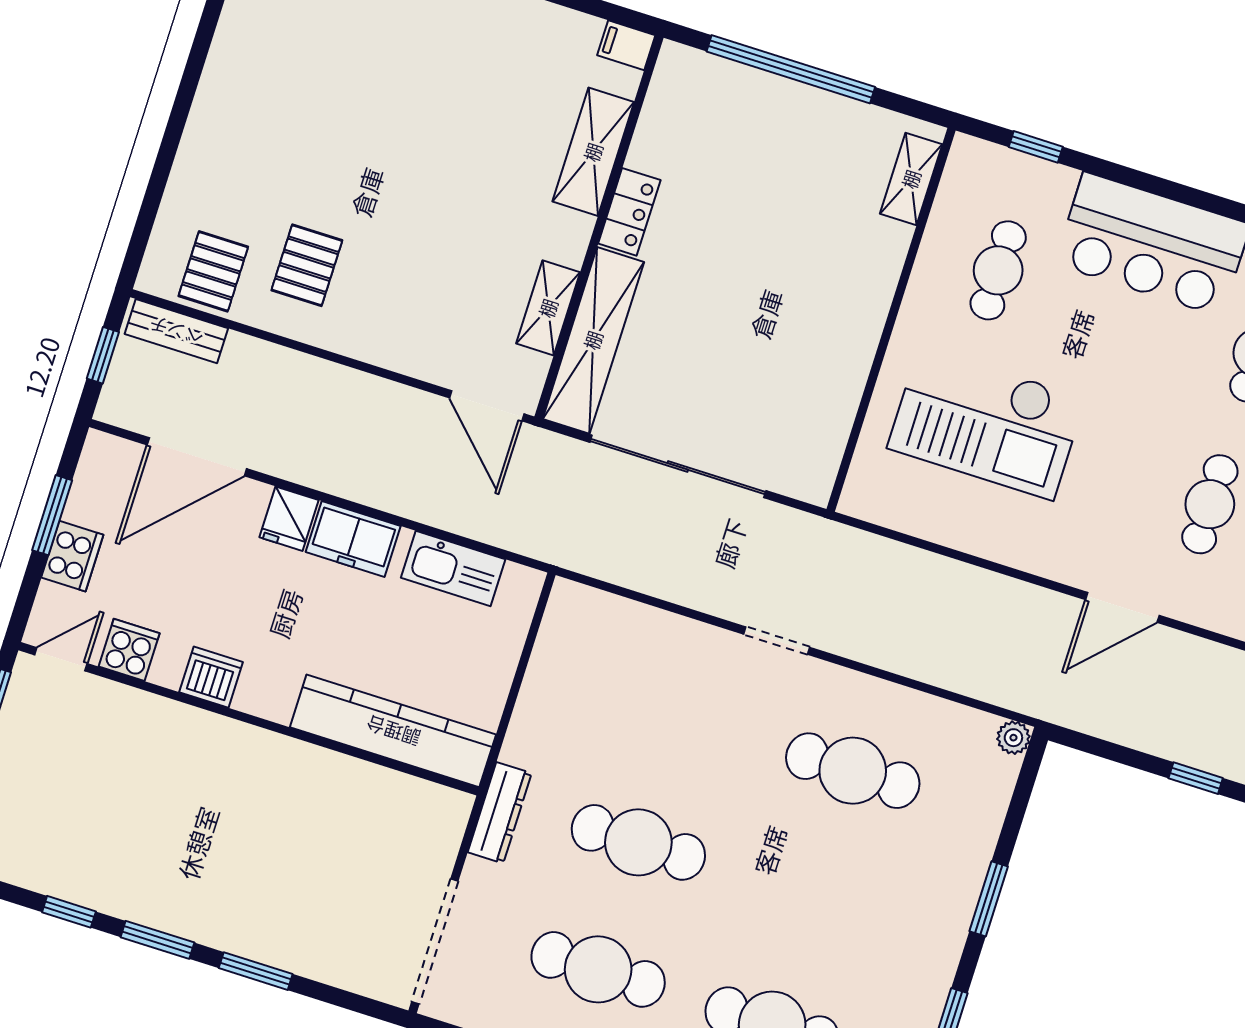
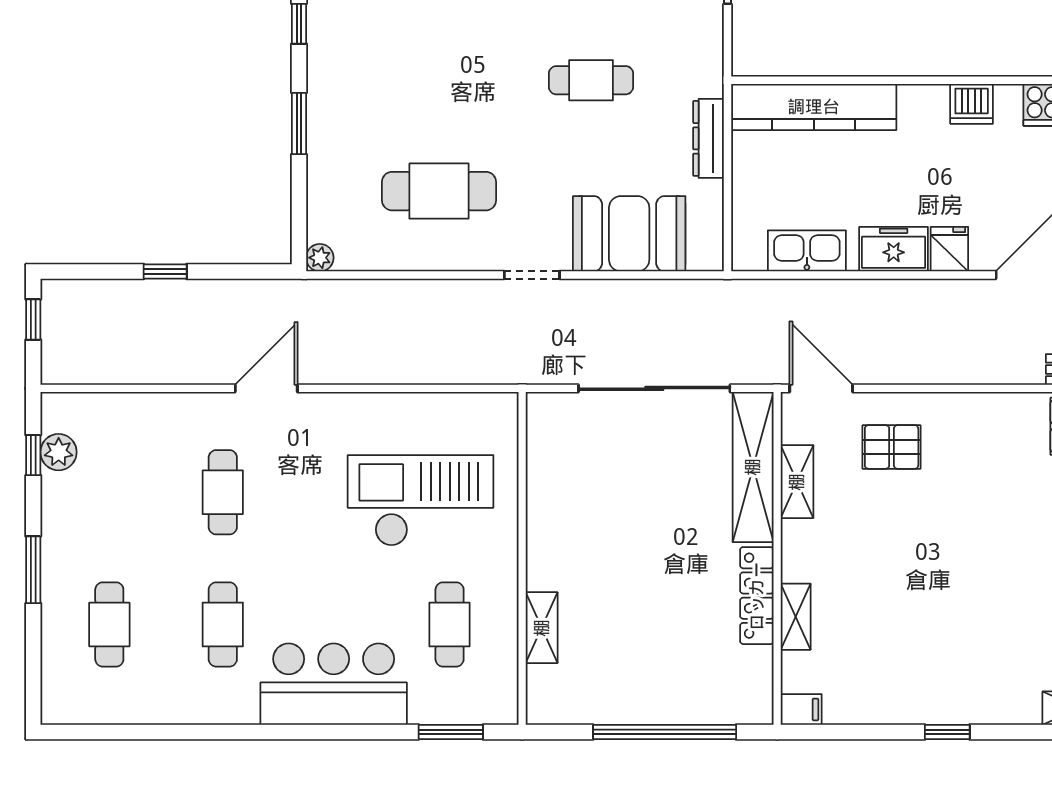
window: (1036, 147) -> (451, 732), width x1.50
shelving: (593, 152) -> (796, 617), width x0.67, depth x0.75
shelving: (911, 179) -> (542, 628), moved
locker: (629, 212) -> (757, 596), width x1.53
pallet: (307, 265) -> (892, 447), moved, turned 90
booth: (650, 653) -> (629, 234), added
dresser: (500, 813) -> (708, 138), moved
cafe table: (638, 842) -> (591, 80), width x0.73, depth x0.74

